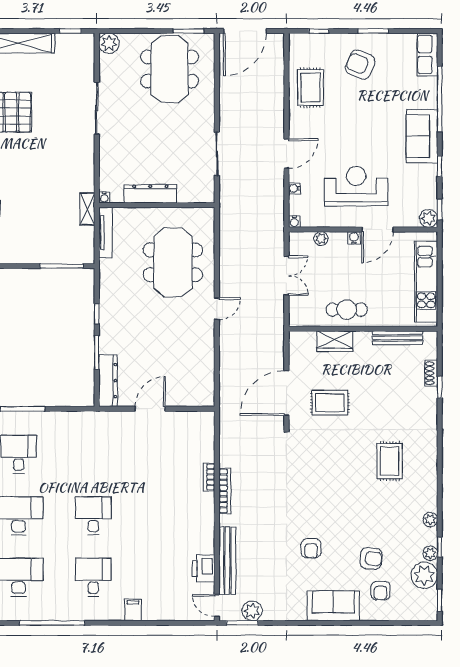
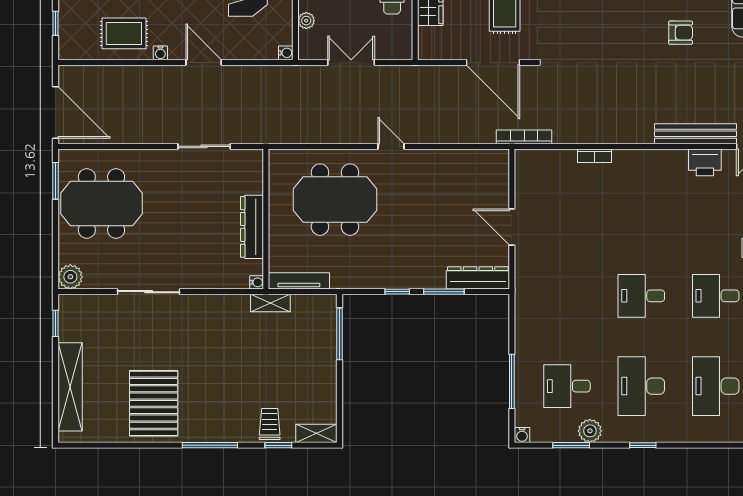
water cooler: (294, 188) -> (160, 53), moved
bookcase: (225, 491) -> (524, 137), moved

